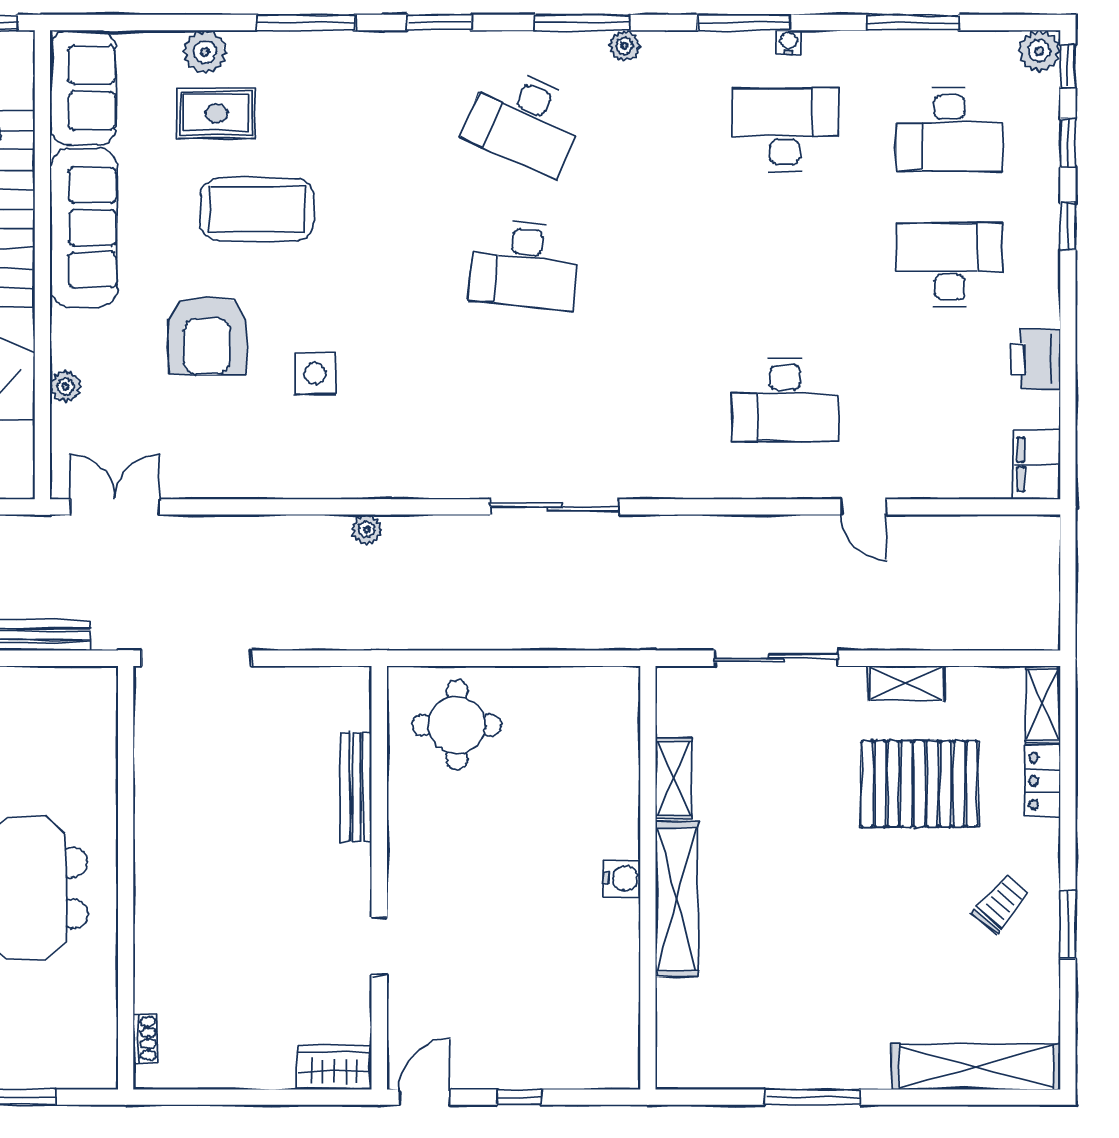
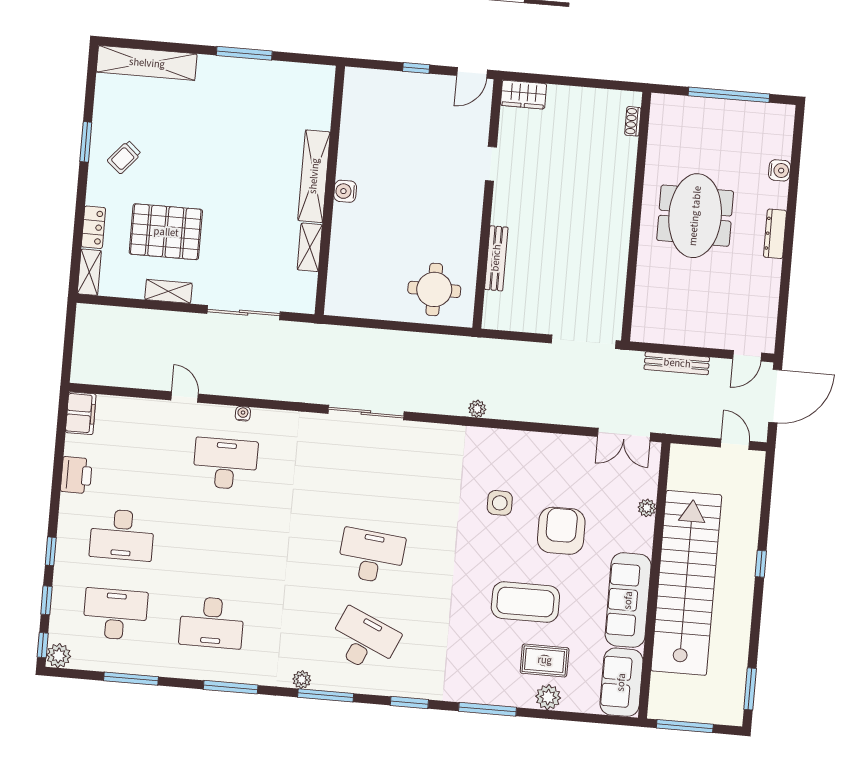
water cooler: (789, 42) -> (243, 414), moved, turned 180

